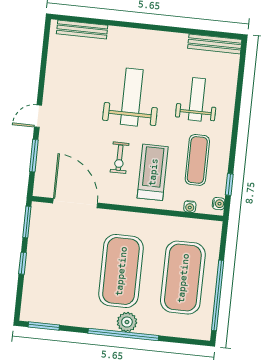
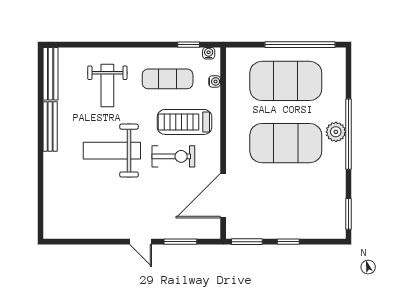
bench: (82, 30) -> (50, 127), moved
weight bench: (197, 99) -> (107, 86), turned -90
exercise bike: (119, 158) -> (173, 156), width x1.38, depth x1.39

